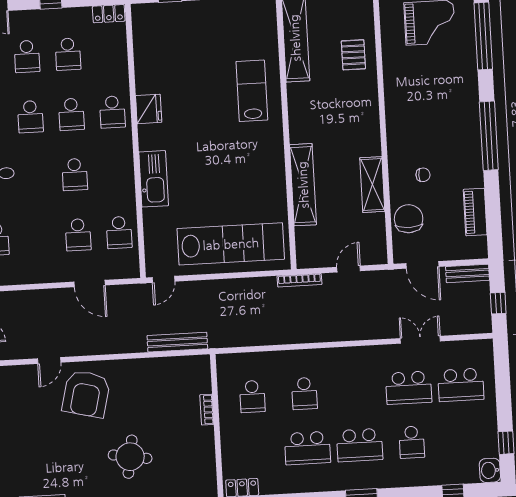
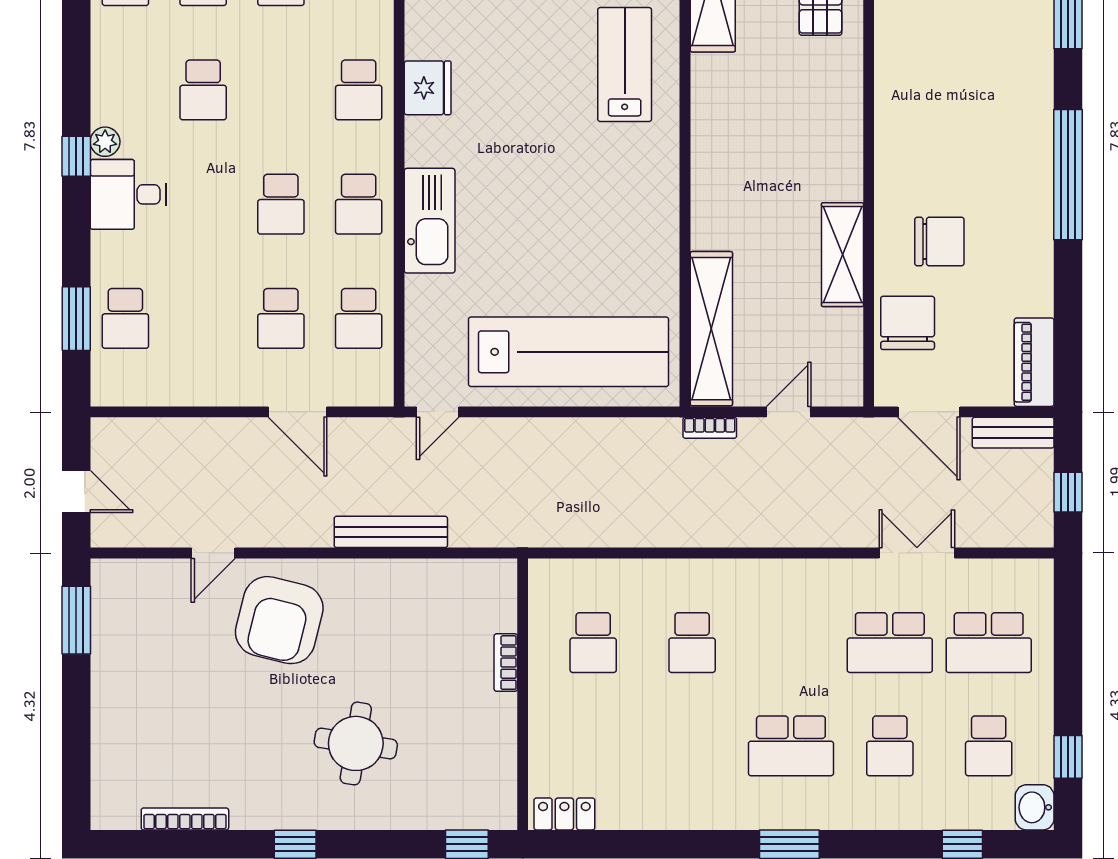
school desk: (71, 114) -> (359, 204), moved
chair: (423, 175) -> (939, 242), width x1.87, depth x1.87
shelving: (303, 185) -> (711, 329), moved
piano: (475, 212) -> (1034, 362), moved
bookcase: (299, 280) -> (710, 428), width x0.64
bench: (177, 342) -> (391, 532), moved
school desk: (307, 448) -> (989, 746), moved, width x0.54

